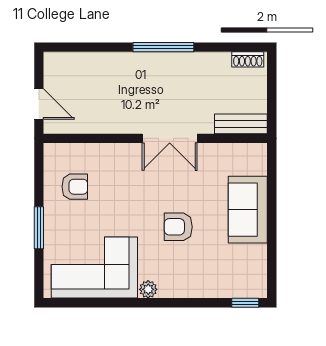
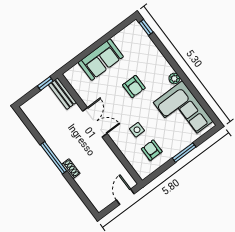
shoe rack: (248, 59) -> (71, 169), moved
window: (272, 111) -> (45, 83), added
side table: (117, 187) -> (137, 130), added

